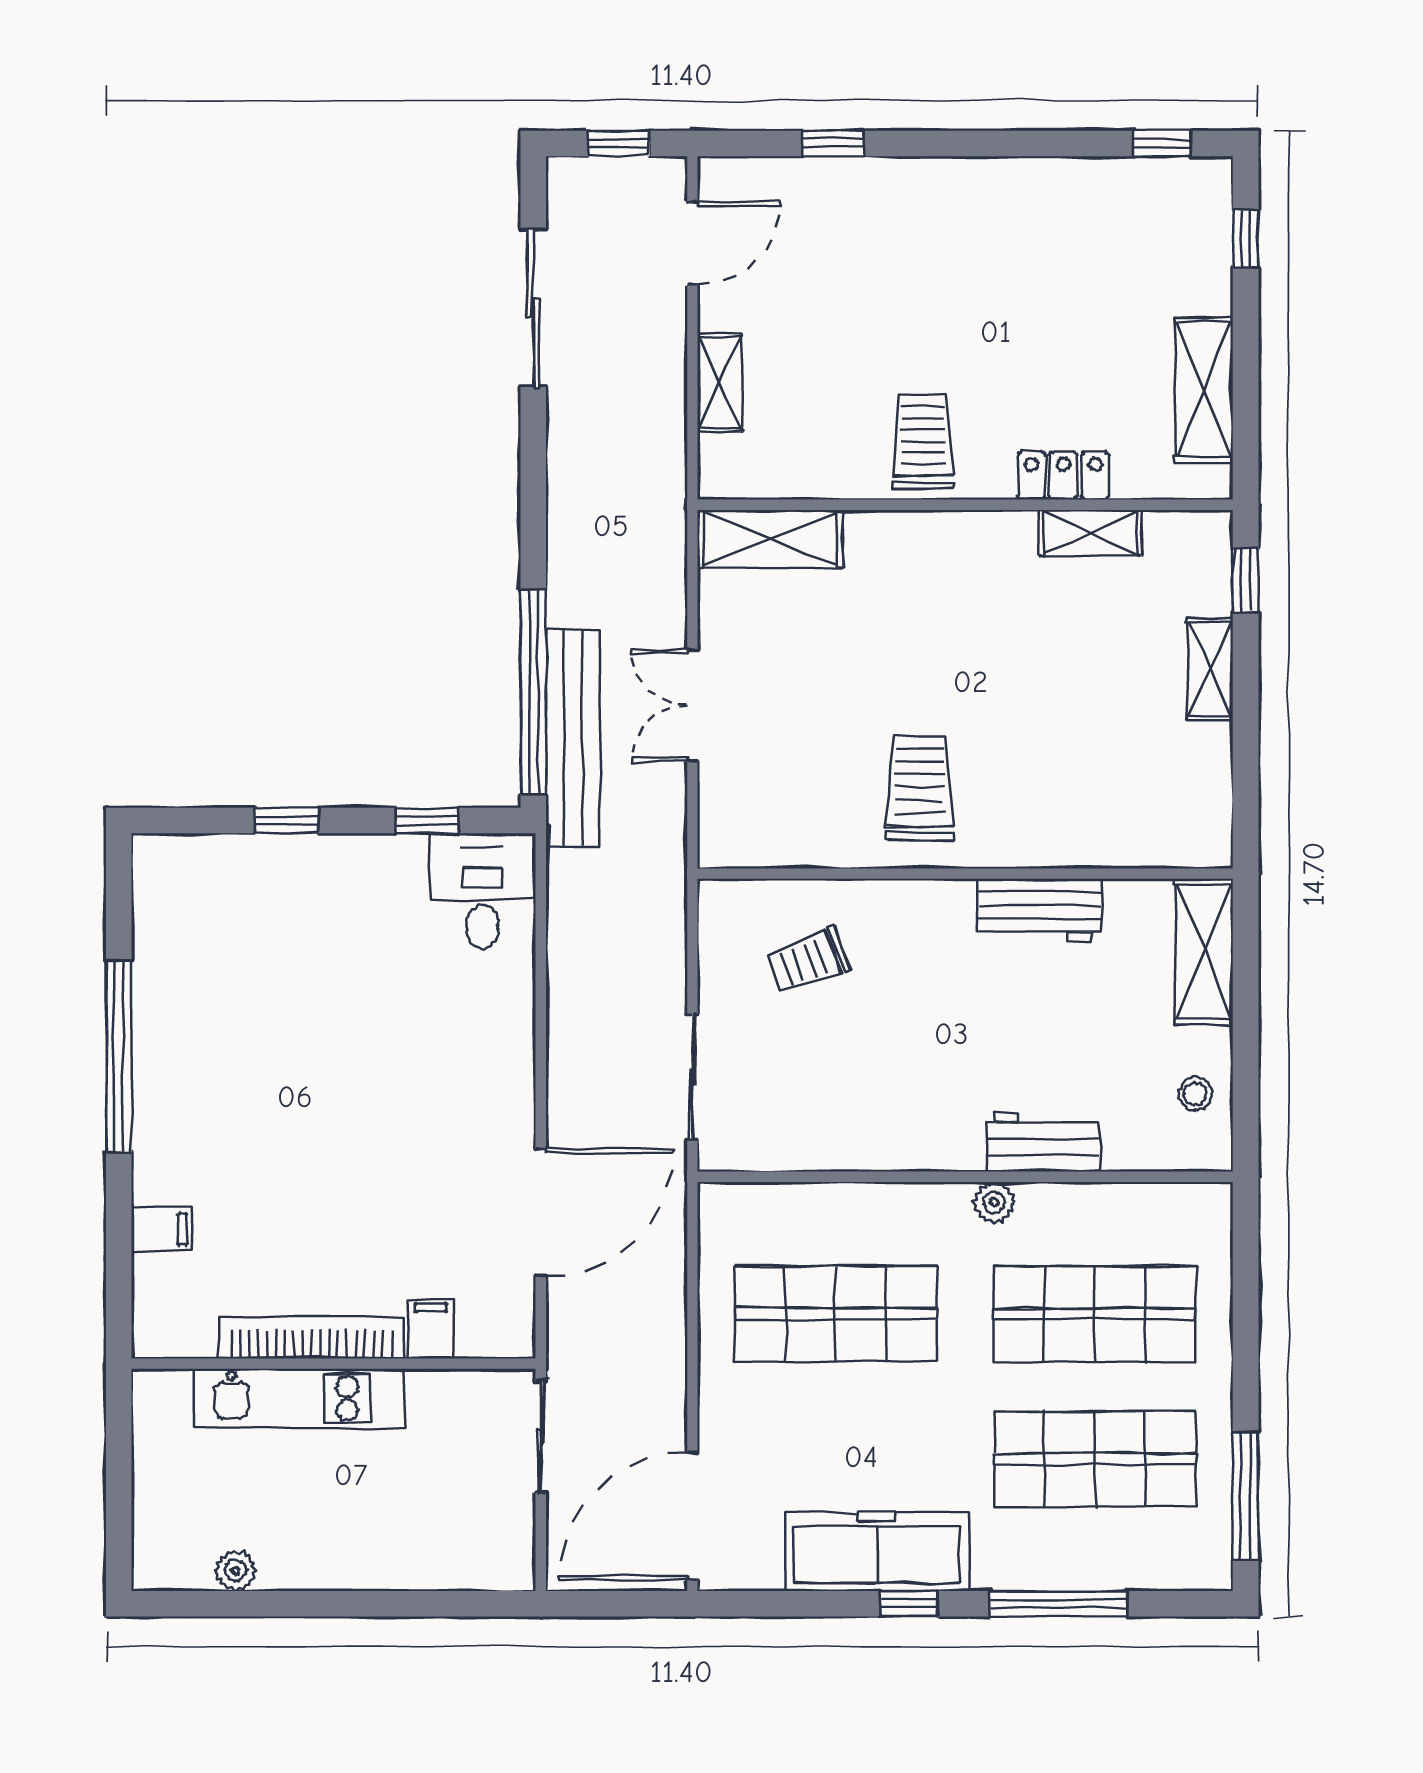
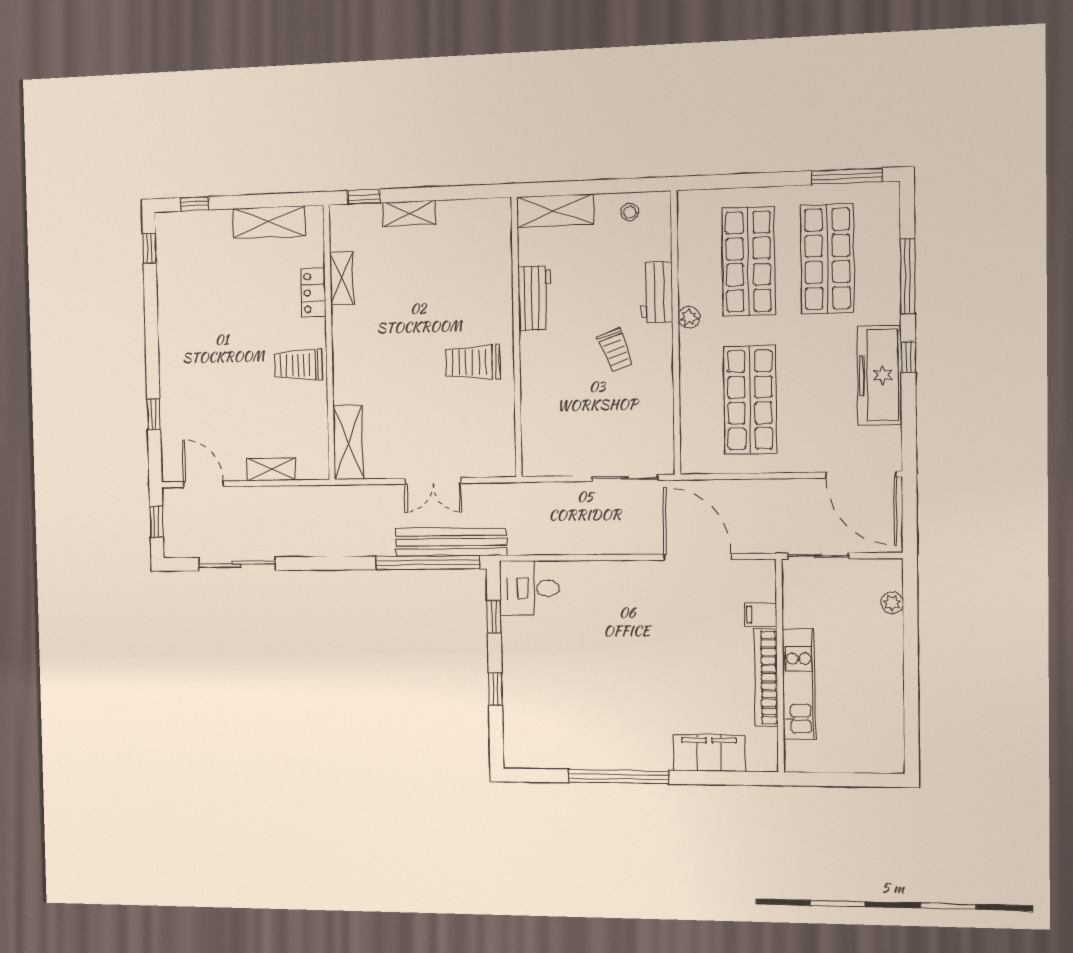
trolley: (808, 961) -> (615, 350), moved
filing cabinet: (161, 1229) -> (709, 753), width x3.00, depth x1.17
plant: (235, 1571) -> (892, 603), moved

